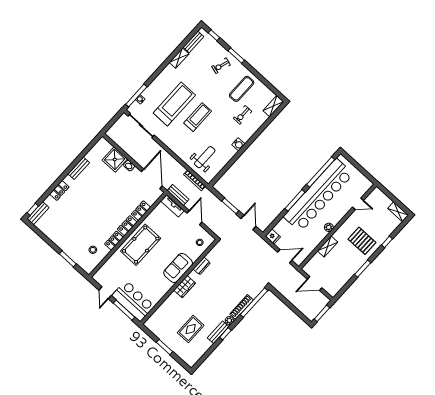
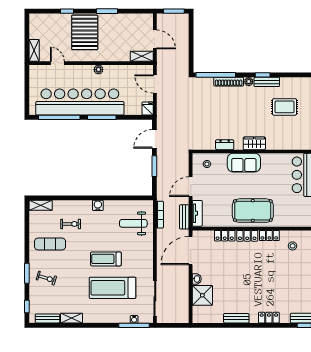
shelving: (398, 212) -> (34, 50), moved
pallet: (362, 241) -> (85, 32), width x1.37, depth x1.41
shelving: (328, 247) -> (142, 56), moved

